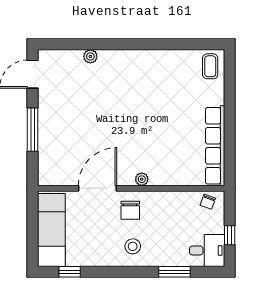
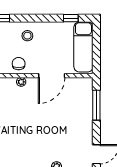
window: (33, 130) -> (96, 105), moved
chair: (130, 210) -> (19, 64), moved

